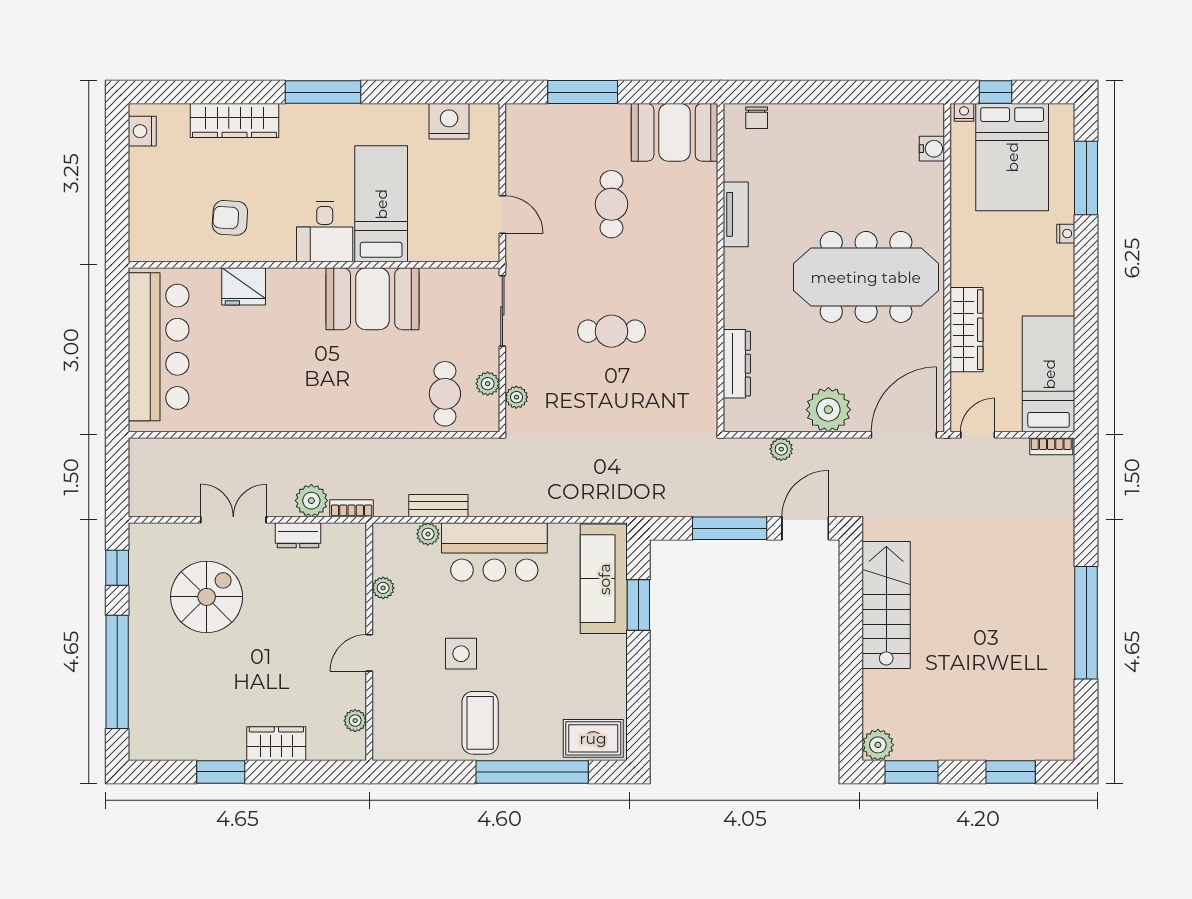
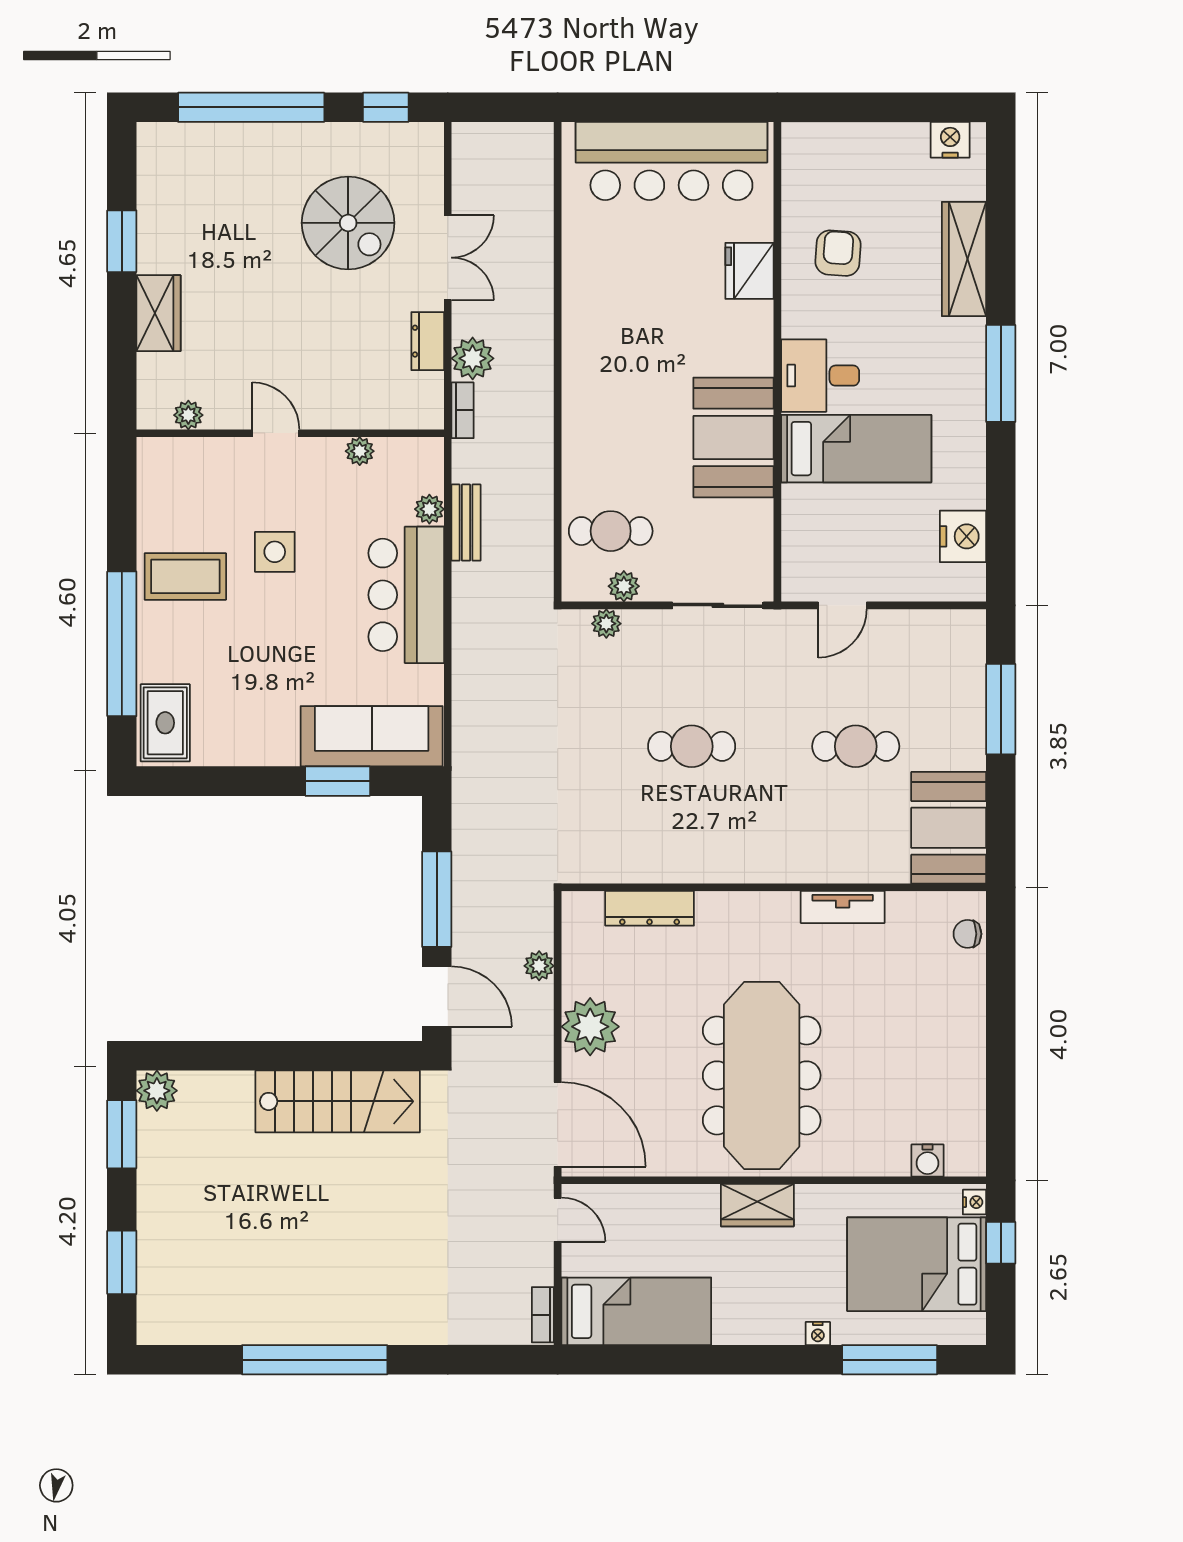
wardrobe: (966, 330) -> (757, 1205), moved, width x0.67
cafe table: (611, 331) -> (692, 746), turned 90

